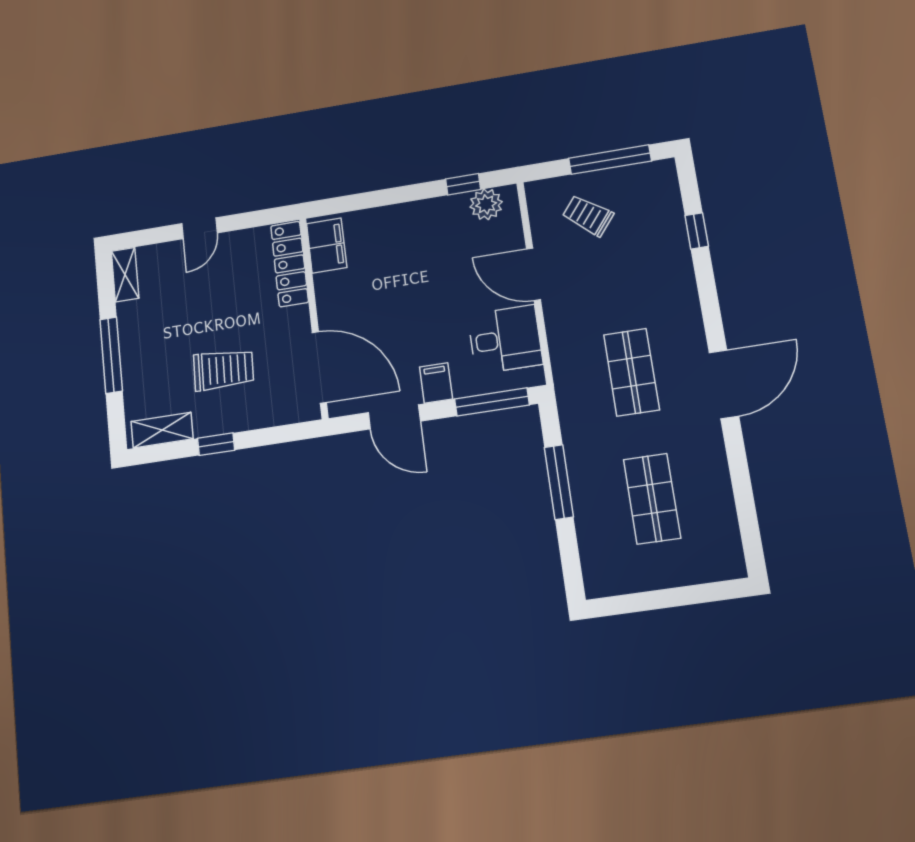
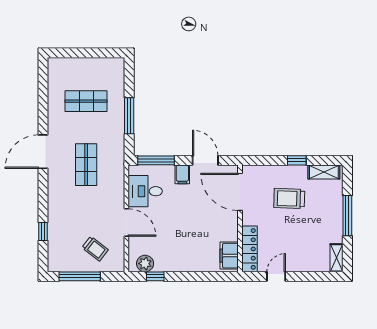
door: (199, 228) -> (276, 276), moved
shop shelf: (652, 499) -> (86, 101), turned 90

